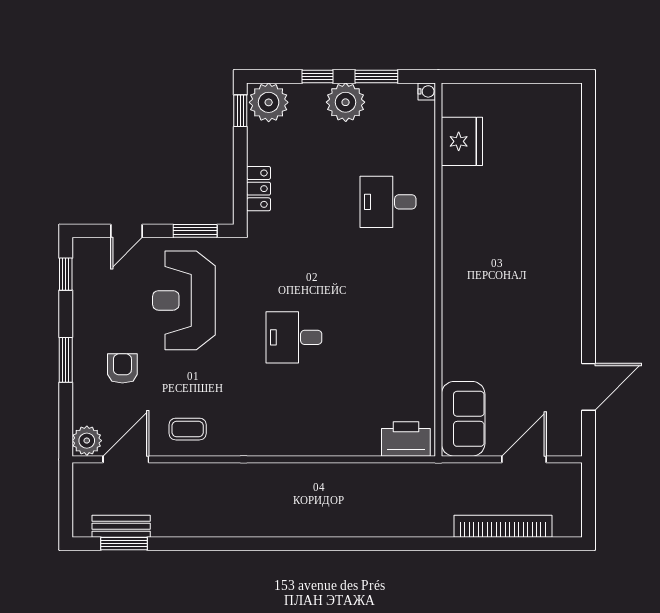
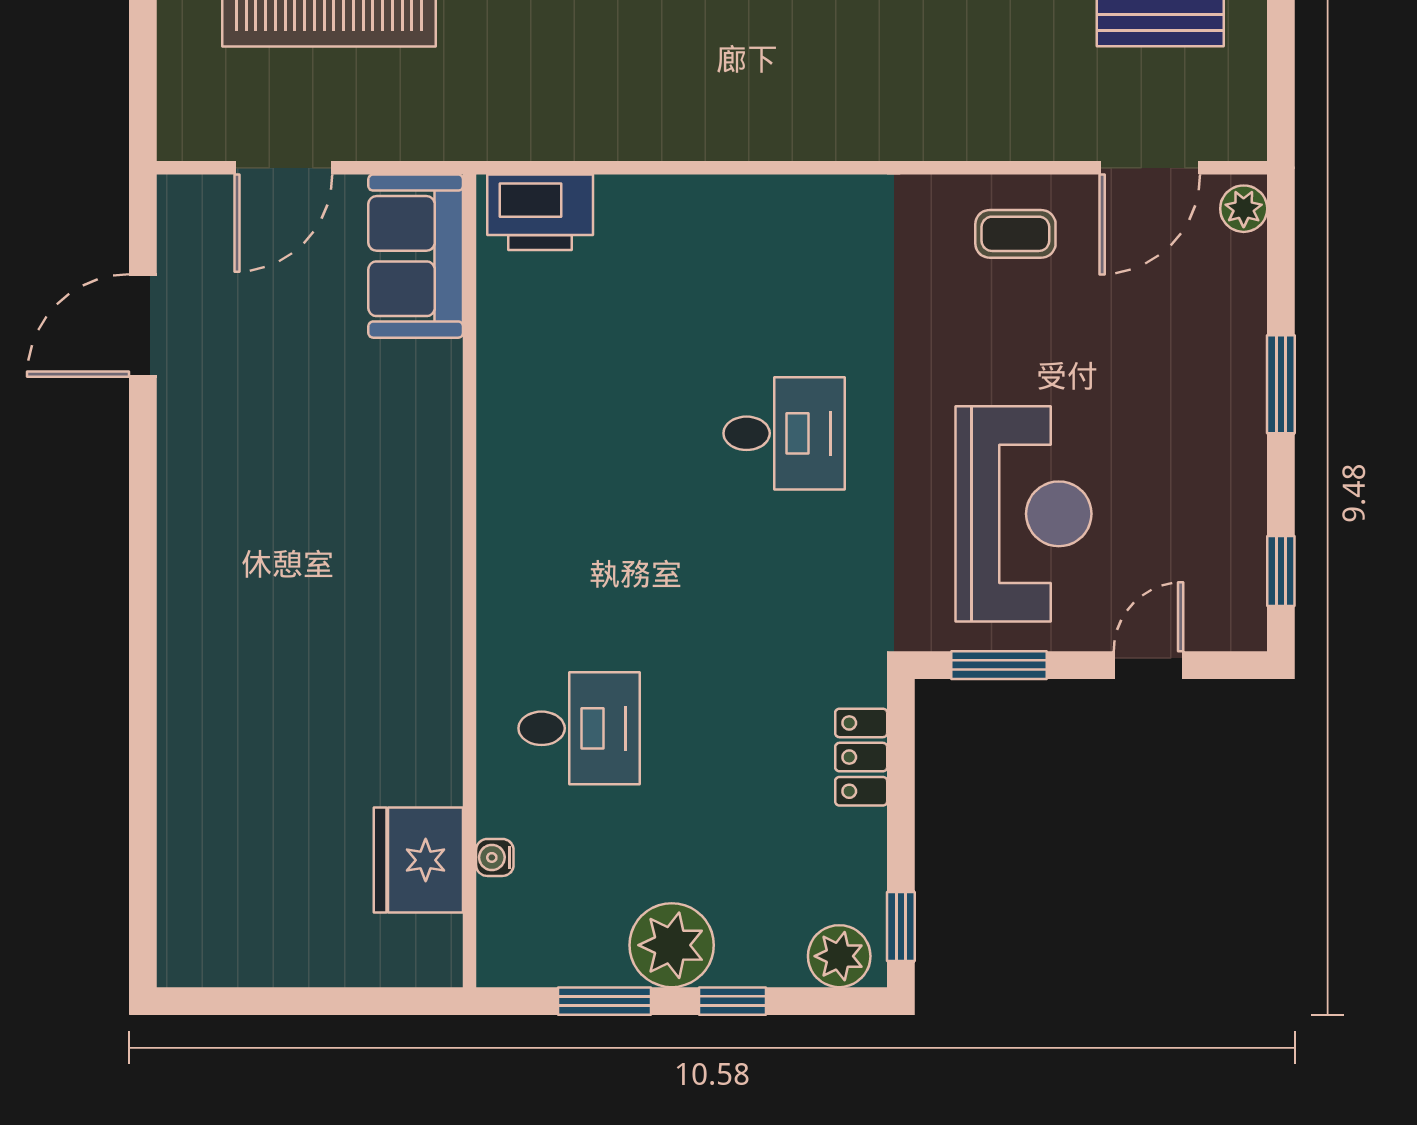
water cooler: (427, 91) -> (495, 857), moved
plant: (269, 102) -> (839, 956), width x0.73, depth x0.73
armchair: (122, 368) -> (1157, 366), removed
plant: (87, 441) -> (1244, 209), width x0.73, depth x0.73

